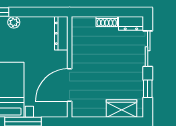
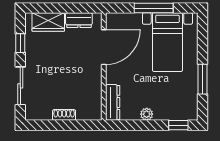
plant: (14, 22) -> (147, 114), moved
dresser: (131, 23) -> (79, 20), moved, turned 180

